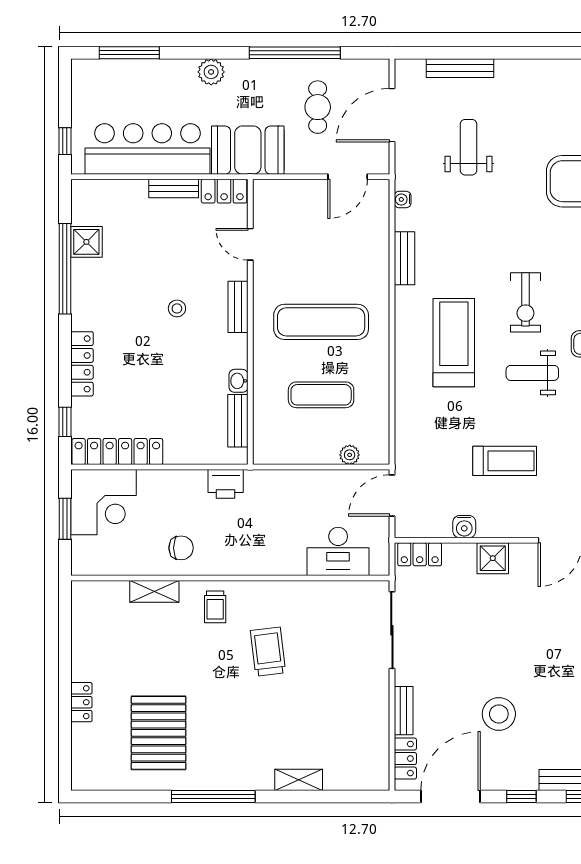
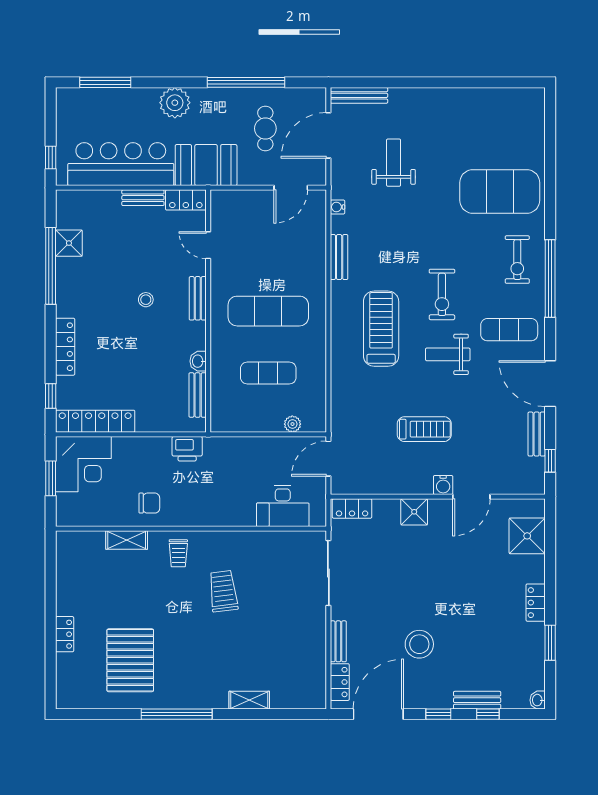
bench: (460, 68) -> (359, 95), moved
plant: (211, 72) -> (175, 103), width x1.36, depth x1.36
water cooler: (464, 527) -> (443, 485), moved

